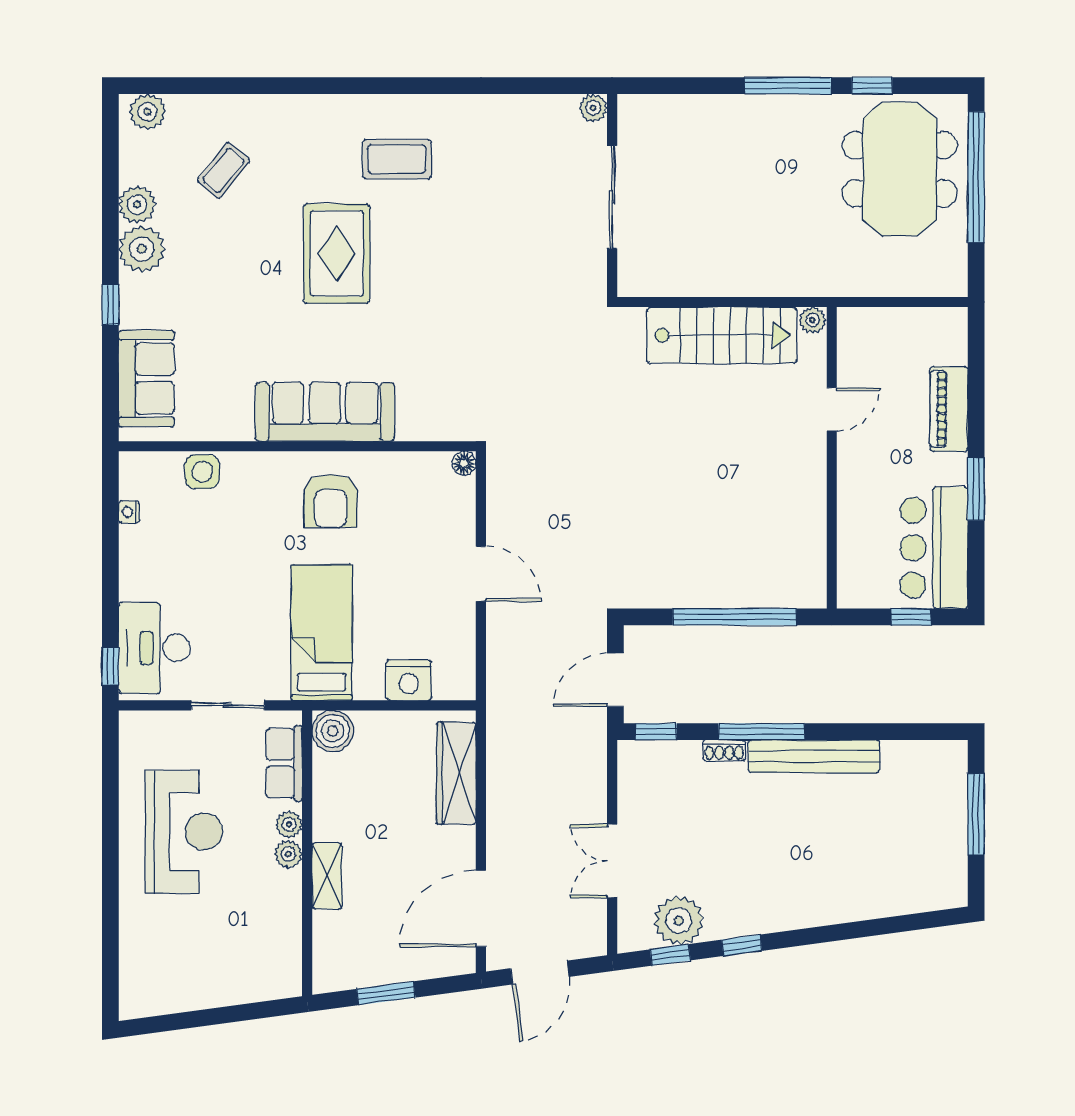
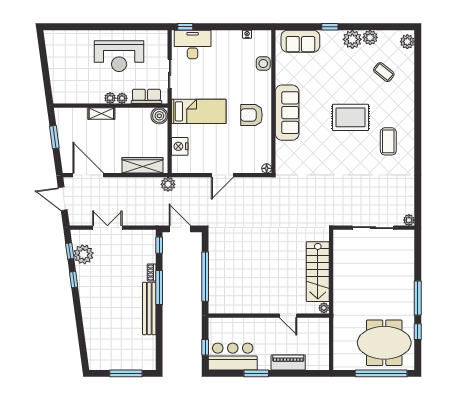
plant: (504, 709) -> (168, 184), added

